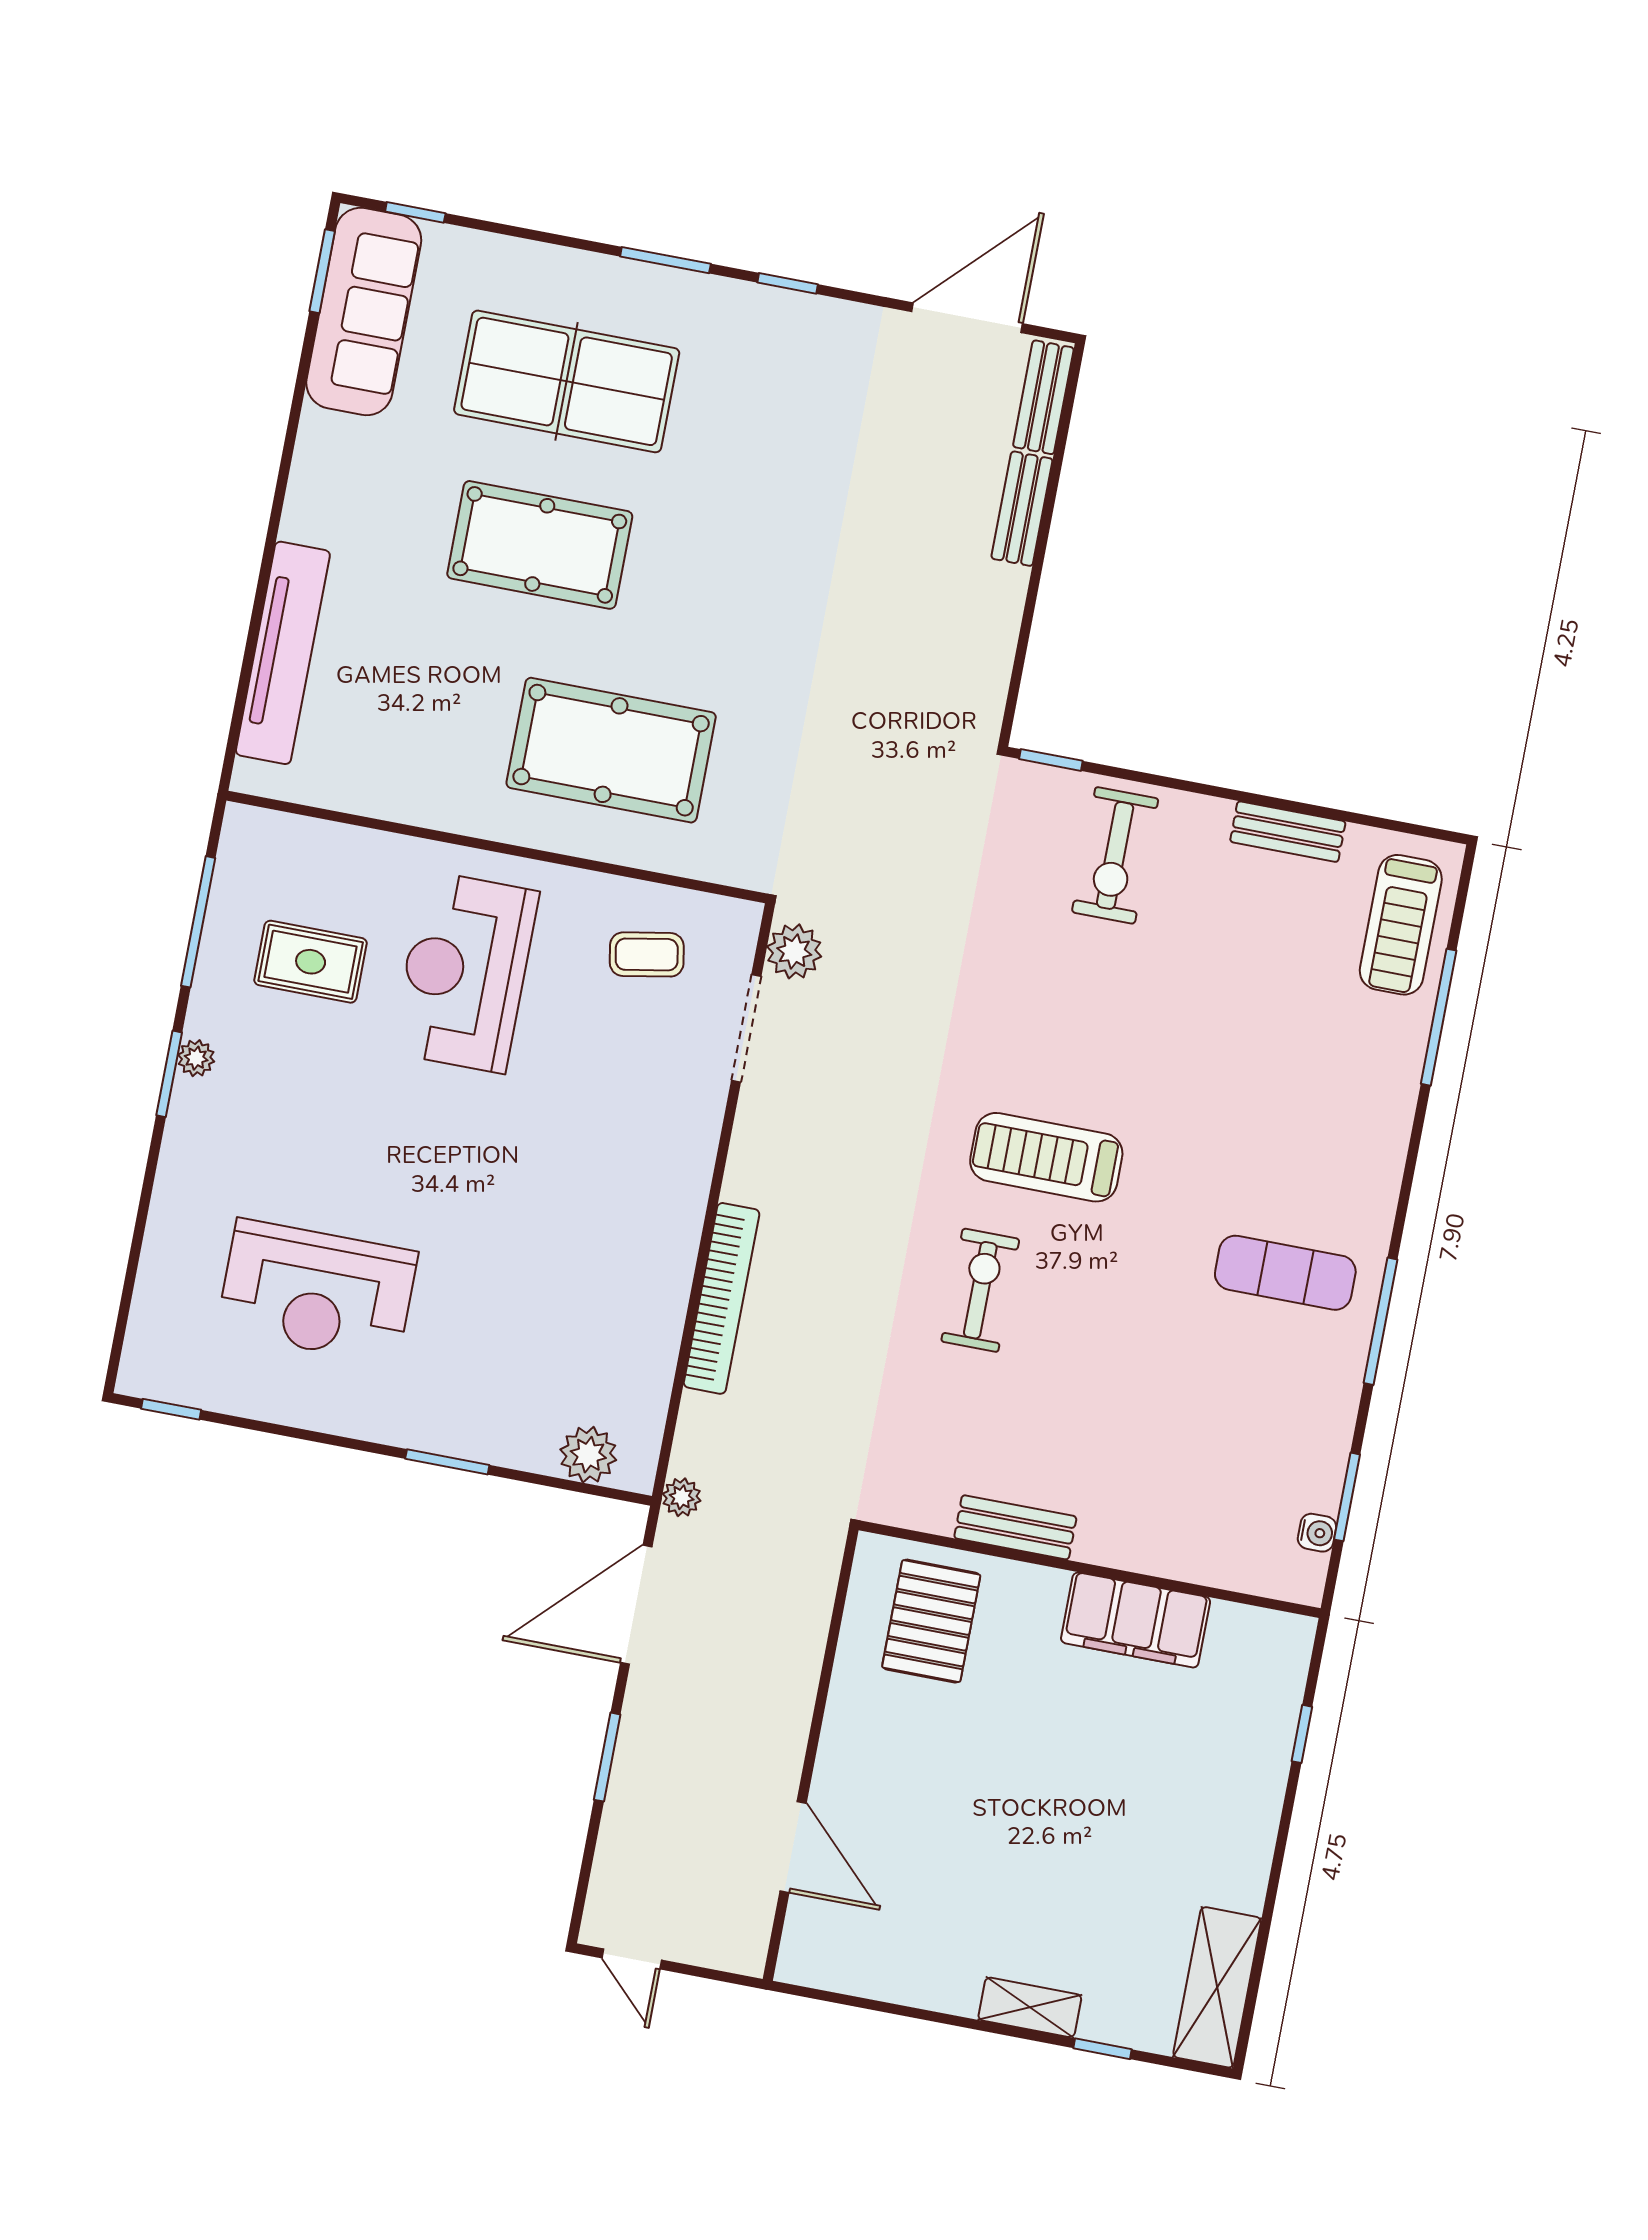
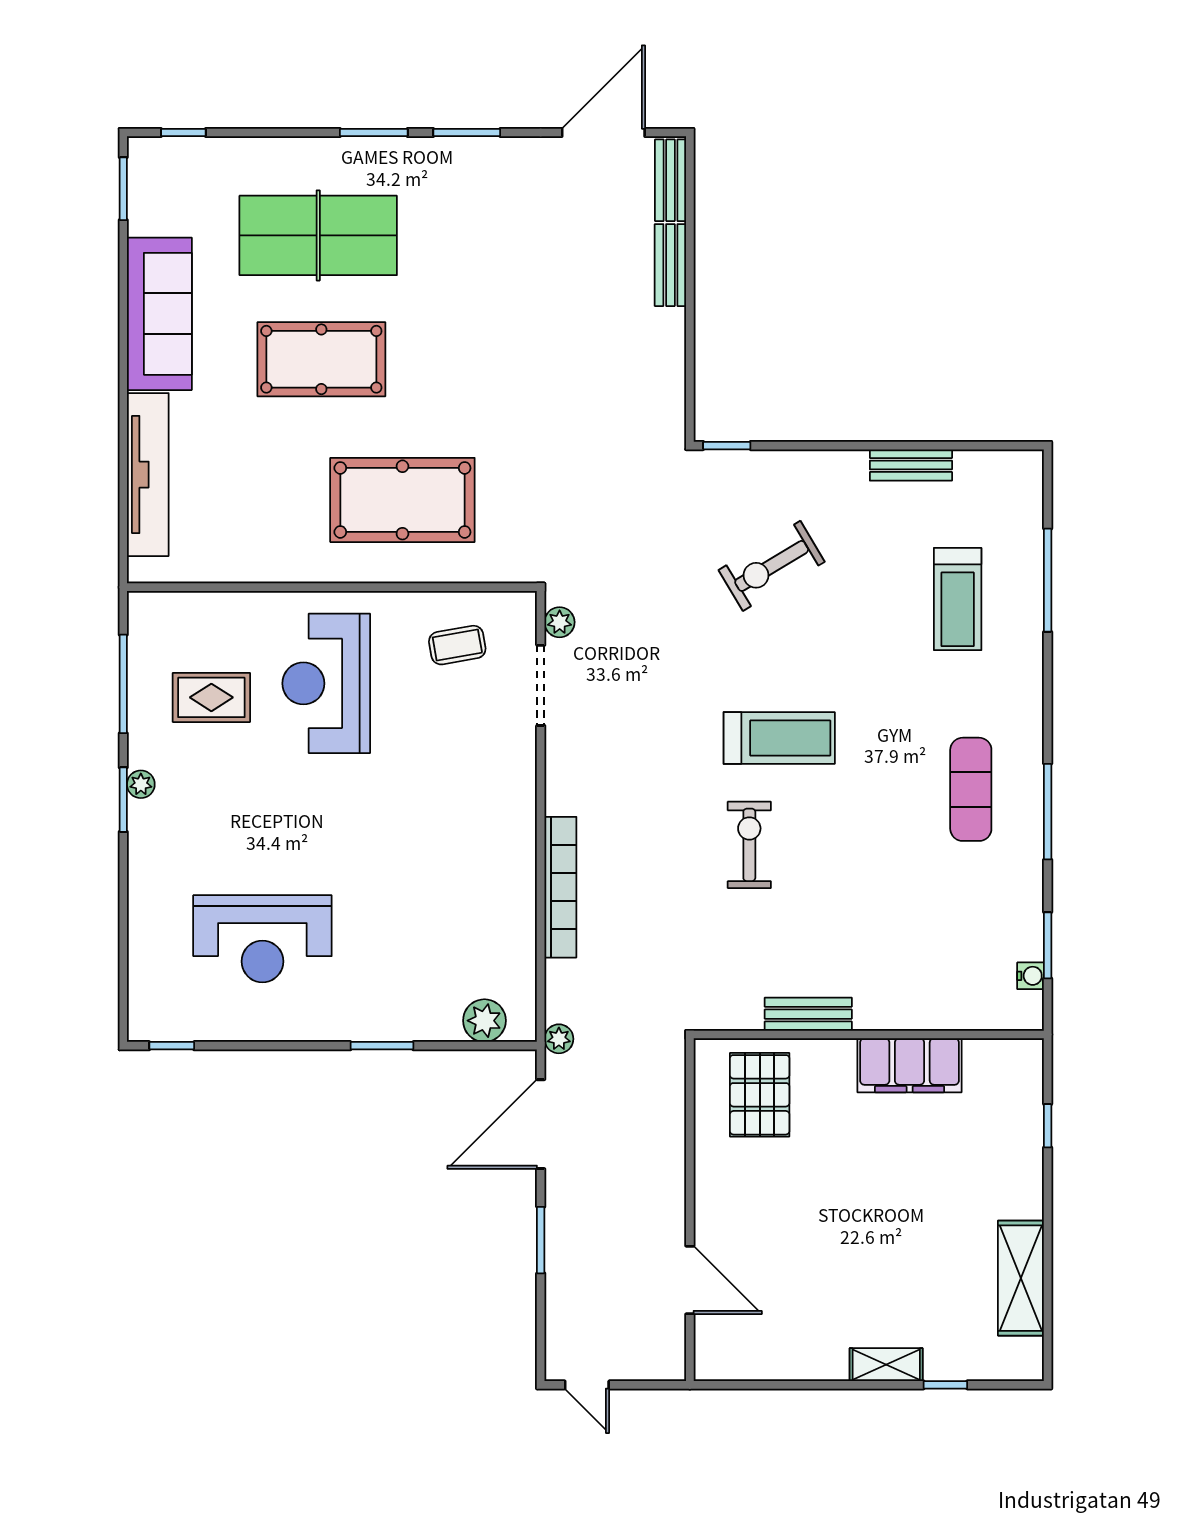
window: (788, 283) -> (467, 133), width x1.50
sofa: (364, 311) -> (159, 314), moved
exercise bike: (1115, 855) -> (772, 566), moved, turned 59
treadmill: (1401, 925) -> (958, 599), moved
plant: (794, 951) -> (560, 622), width x0.73, depth x0.73
treadmill: (1046, 1157) -> (779, 738), turned 180
exercise mat: (1285, 1273) -> (971, 789), turned 90
shelving: (1217, 1987) -> (1021, 1278), moved

